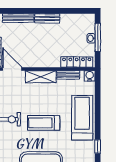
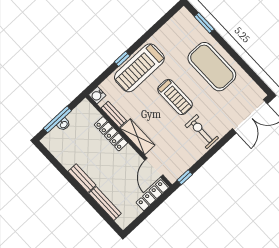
locker: (77, 62) -> (111, 134), moved
window: (98, 147) -> (122, 59), moved

